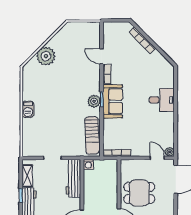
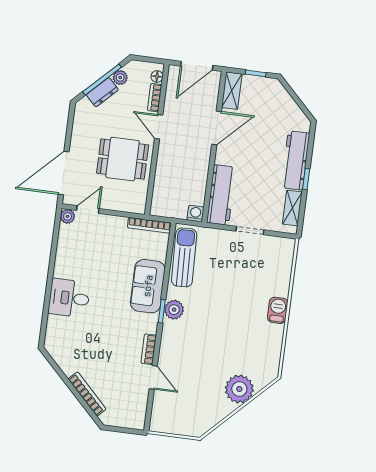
sofa: (113, 101) -> (148, 286), moved
door: (157, 158) -> (88, 209), swing flipped

